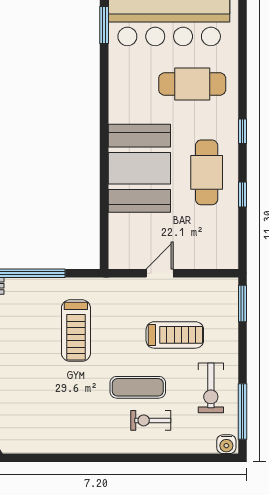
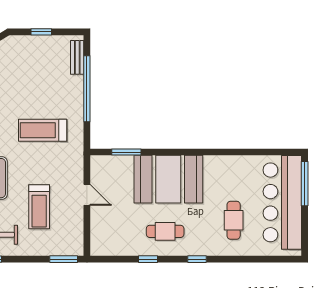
window: (104, 25) -> (126, 152), moved
cafe table: (192, 84) -> (234, 220), width x0.73, depth x0.74
cafe table: (207, 172) -> (165, 231), width x0.73, depth x0.74

